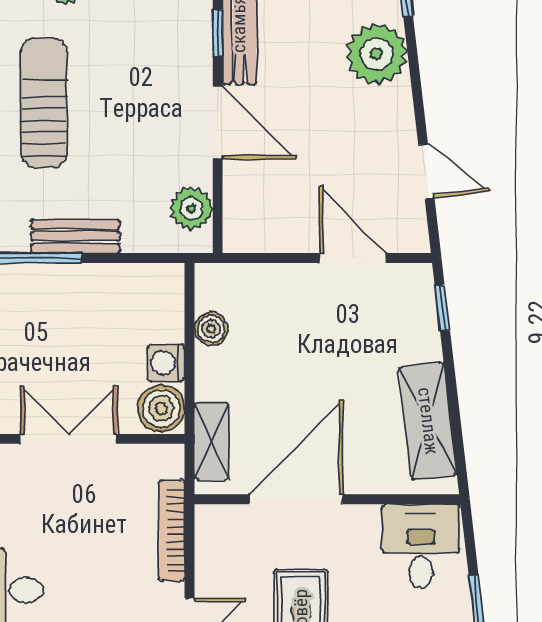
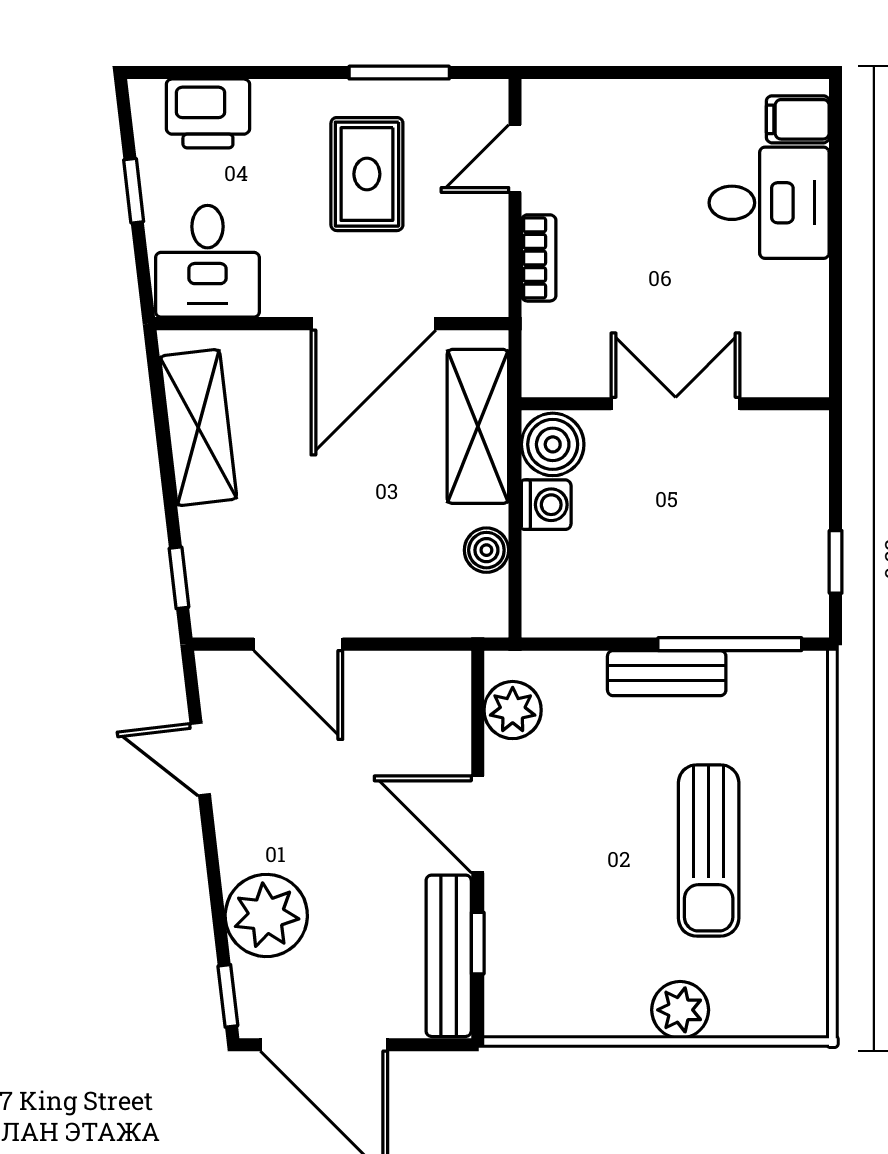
double door: (69, 439) -> (676, 404), swing flipped
shelving: (212, 441) -> (478, 426), width x1.50, depth x1.33
bookcase: (172, 530) -> (539, 258), width x0.64

